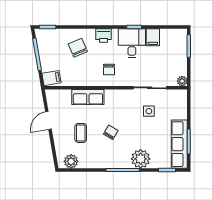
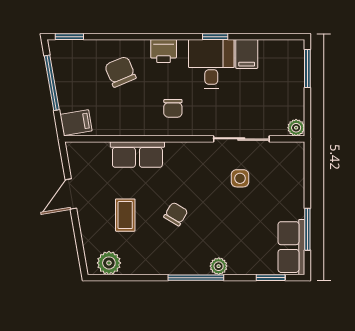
row of seats: (179, 144) -> (291, 247), width x0.68
plant: (141, 159) -> (219, 266), width x0.53, depth x0.53

